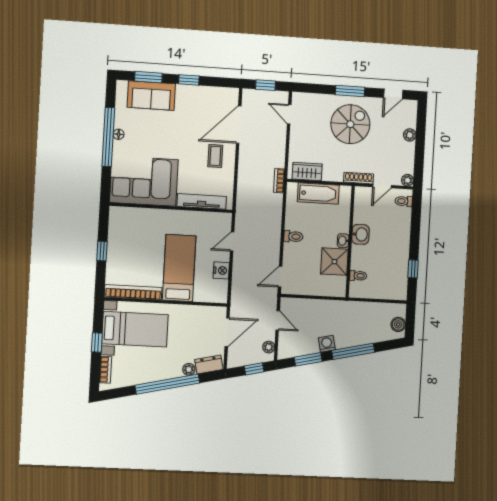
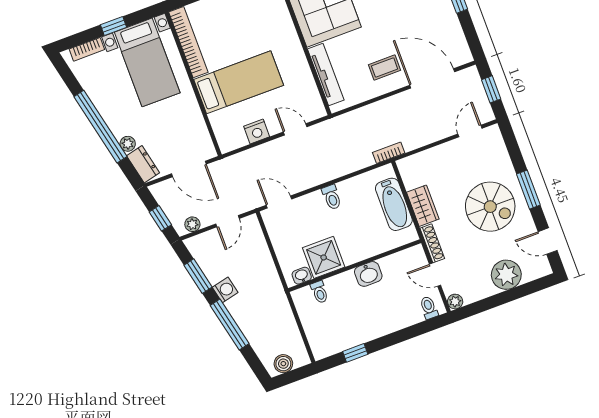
plant: (410, 135) -> (506, 275), width x1.88, depth x1.88
wardrobe: (307, 171) -> (423, 206), moved
washbasin: (343, 241) -> (302, 276), moved

